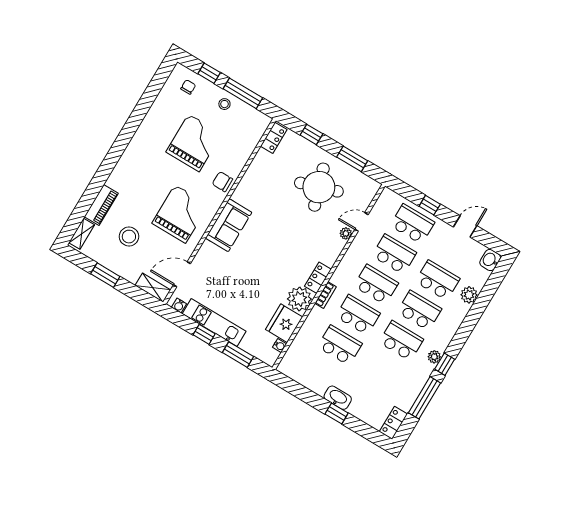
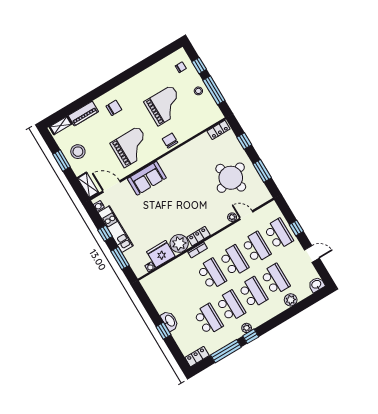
chair: (134, 178) -> (114, 108), added
sofa: (229, 225) -> (147, 178), moved
stool: (129, 237) -> (78, 152), moved
school desk: (340, 345) -> (208, 319), moved

